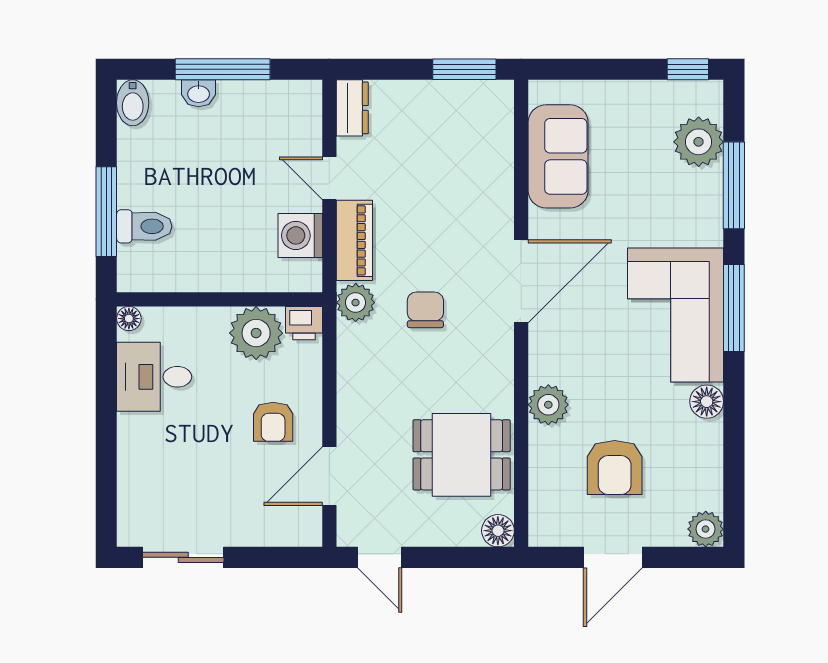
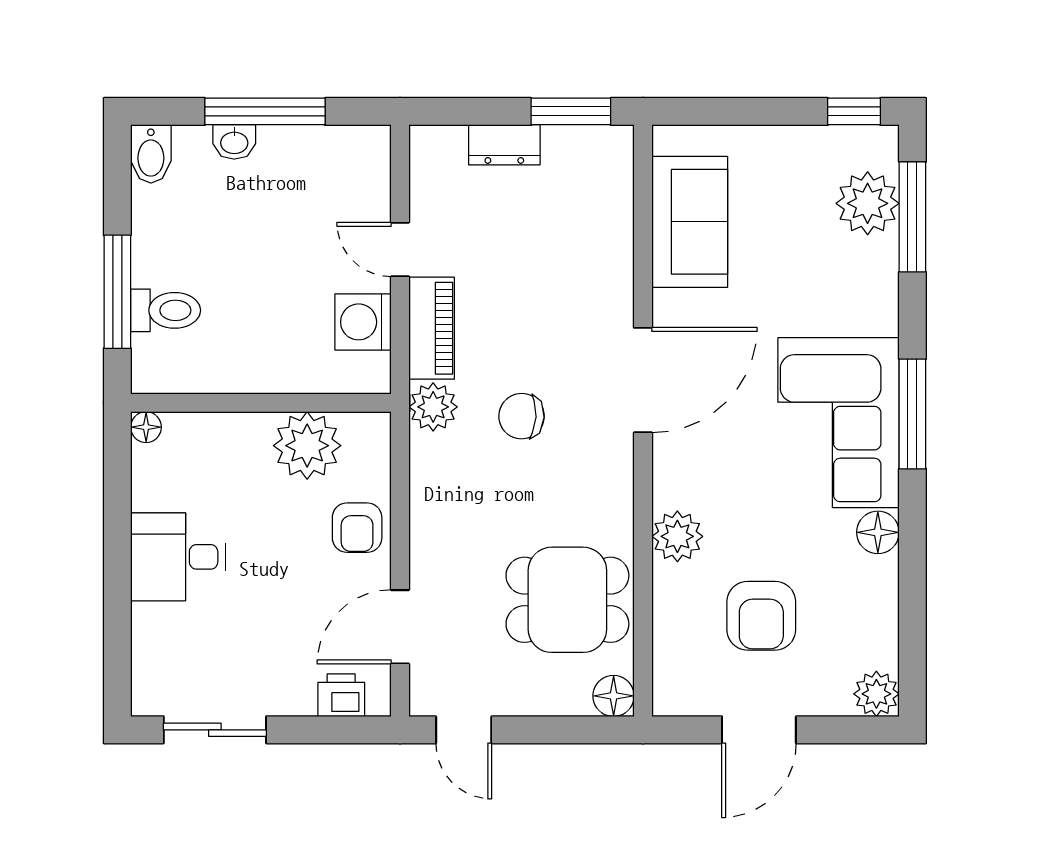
dresser: (352, 108) -> (504, 145), moved, turned 90
window: (734, 185) -> (912, 217), moved
chair: (425, 310) -> (522, 416), turned -87
printer: (304, 323) -> (341, 695), moved, turned 180
desk: (154, 377) -> (178, 557), moved
armchair: (273, 422) -> (357, 528), moved

